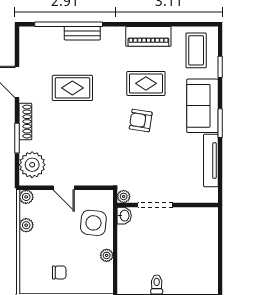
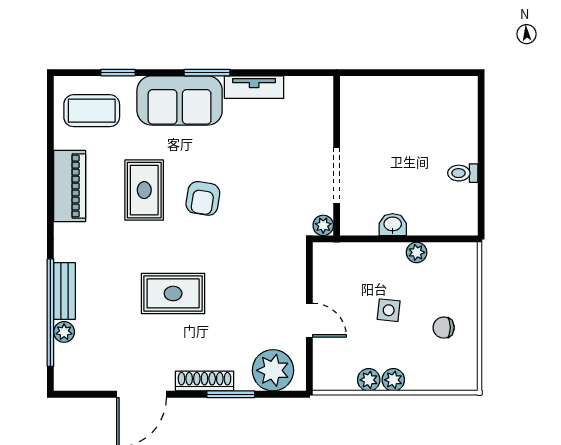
plant: (56, 33) -> (64, 332), added
rug: (72, 88) -> (173, 293), moved, turned 90
tv unit: (211, 160) -> (254, 87), width x0.71
door: (64, 188) -> (309, 320), hinge flipped
plant: (26, 197) -> (393, 380), moved
washbasin: (124, 216) -> (393, 225), moved
side table: (93, 223) -> (389, 310), moved, width x0.54, depth x0.54
chair: (59, 272) -> (444, 328), turned -90

